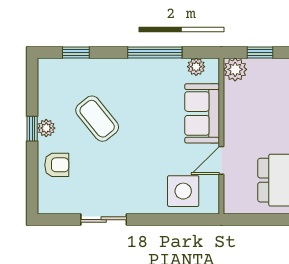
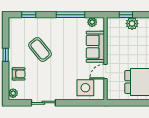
plant: (235, 69) -> (132, 24), moved
plant: (46, 128) -> (13, 93), moved

